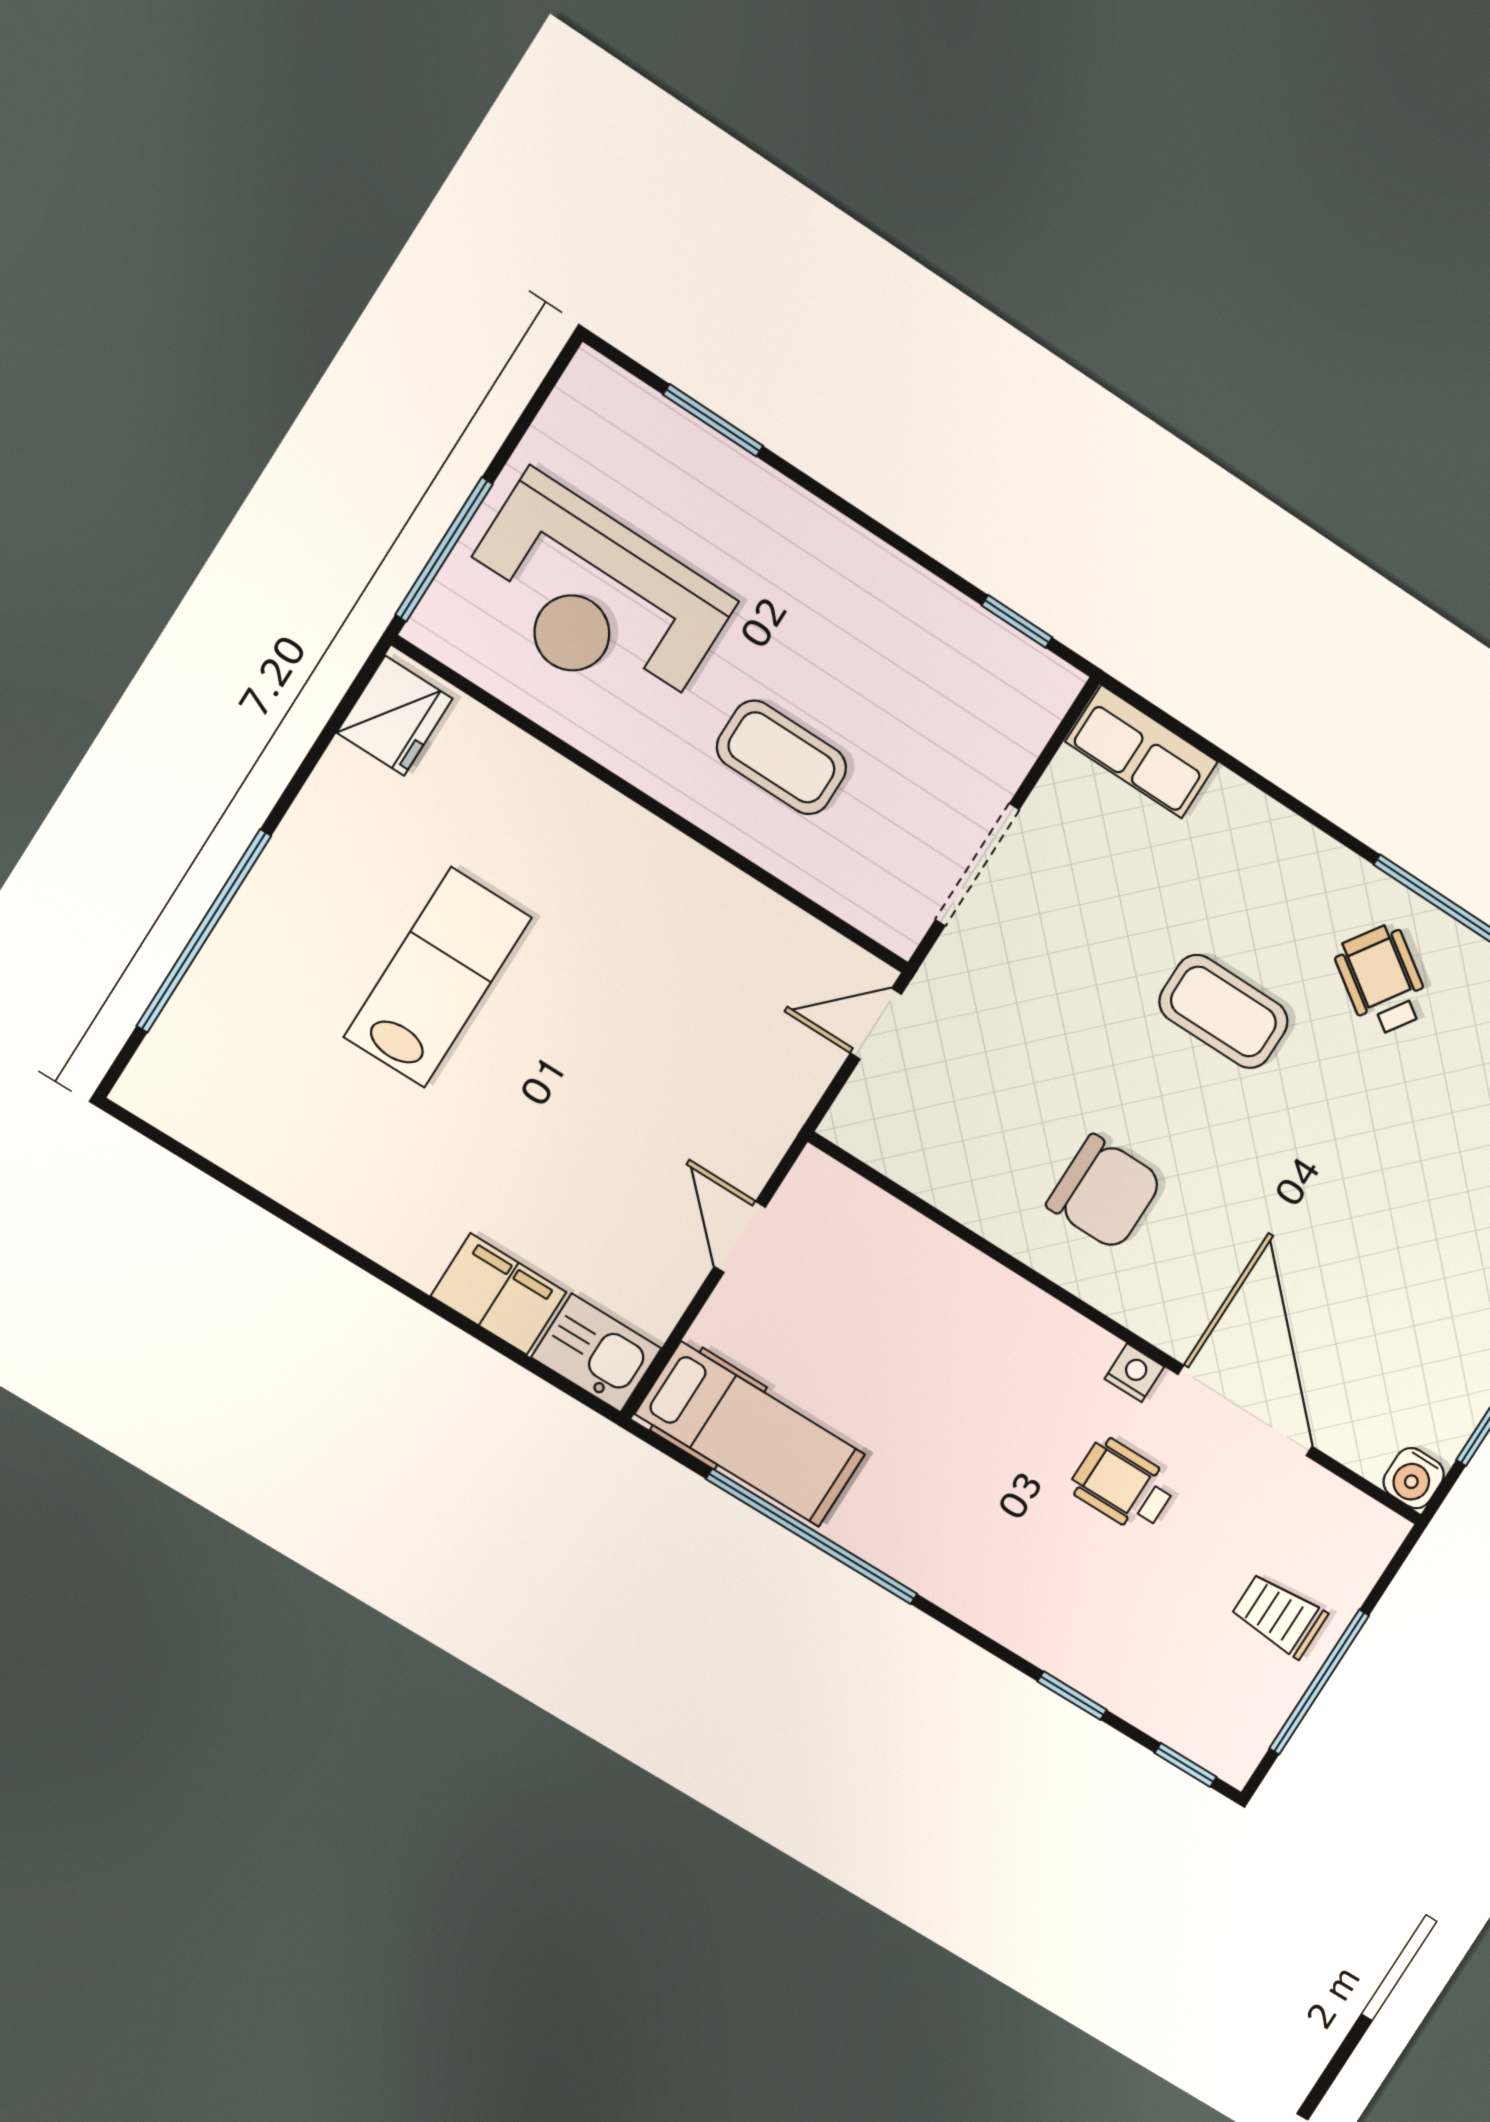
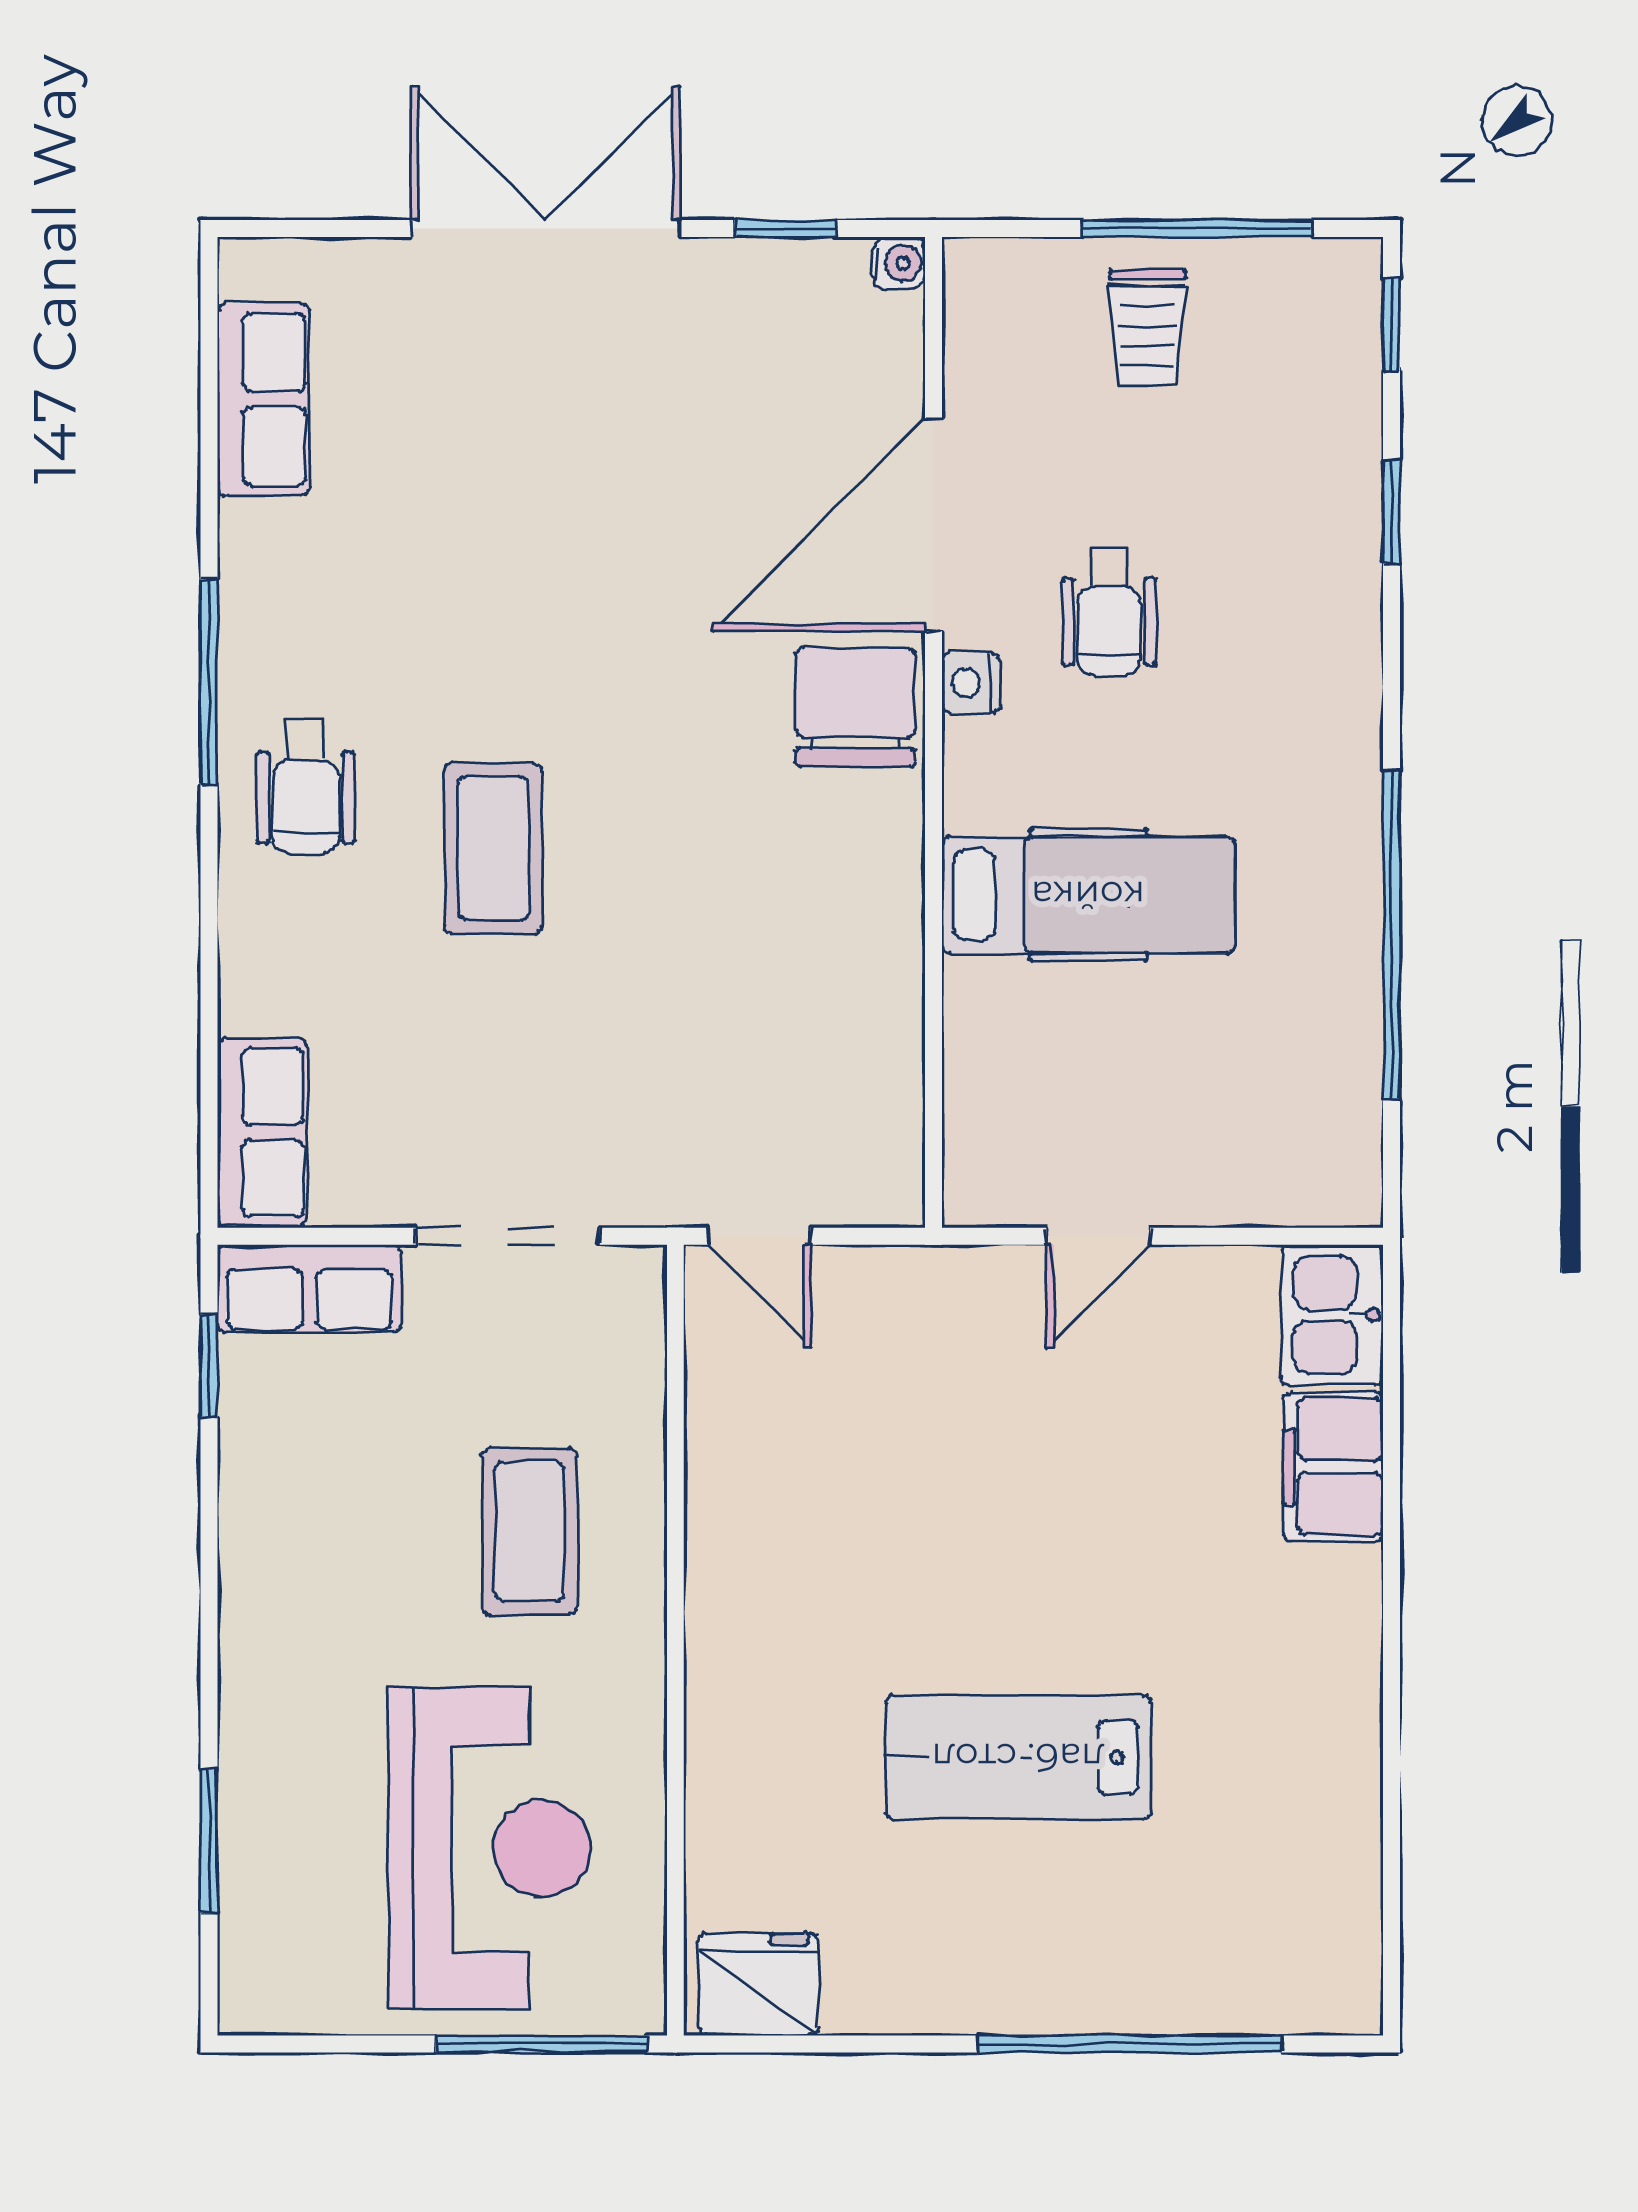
row of seats: (1025, 717) -> (309, 1289), added
wheelchair: (1382, 980) -> (306, 787), moved, turned -34
chair: (1105, 1192) -> (855, 707), moved
hospital bed: (750, 1434) -> (1088, 895), moved, turned 90
water cooler: (1414, 1478) -> (899, 263), width x0.72, depth x0.72

